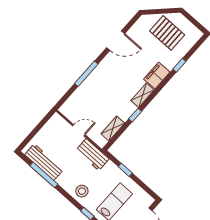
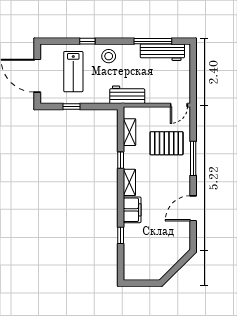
pallet: (167, 33) -> (167, 143), moved
door: (79, 130) -> (179, 105), moved
window: (125, 170) -> (71, 107), moved

